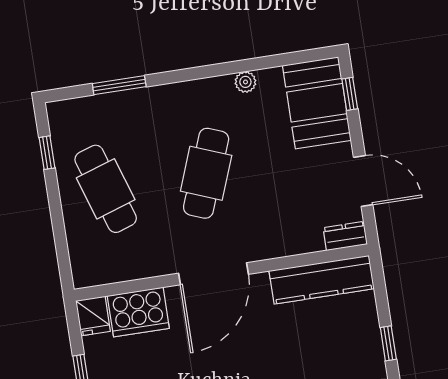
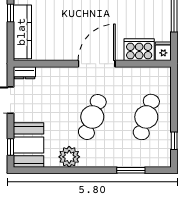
plant: (245, 82) -> (69, 157), width x1.87, depth x1.87
cafe table: (106, 189) -> (146, 117), turned 36
kitchen counter: (322, 280) -> (22, 32), moved, turned 90

